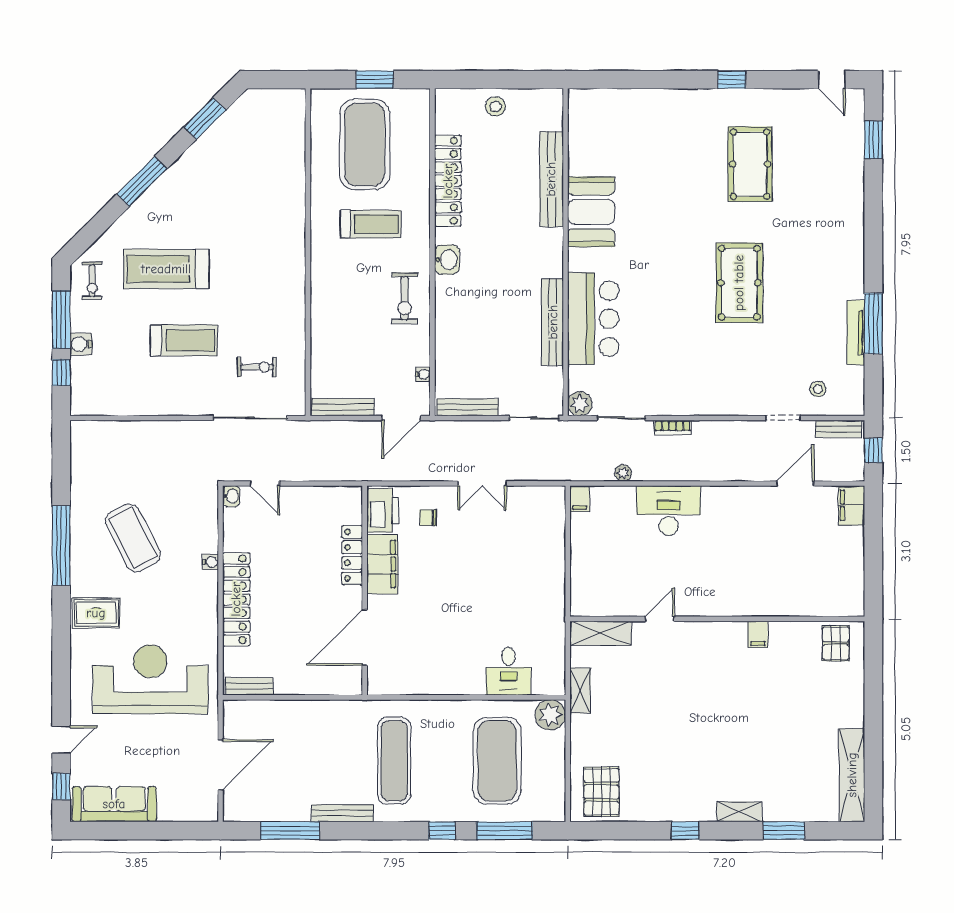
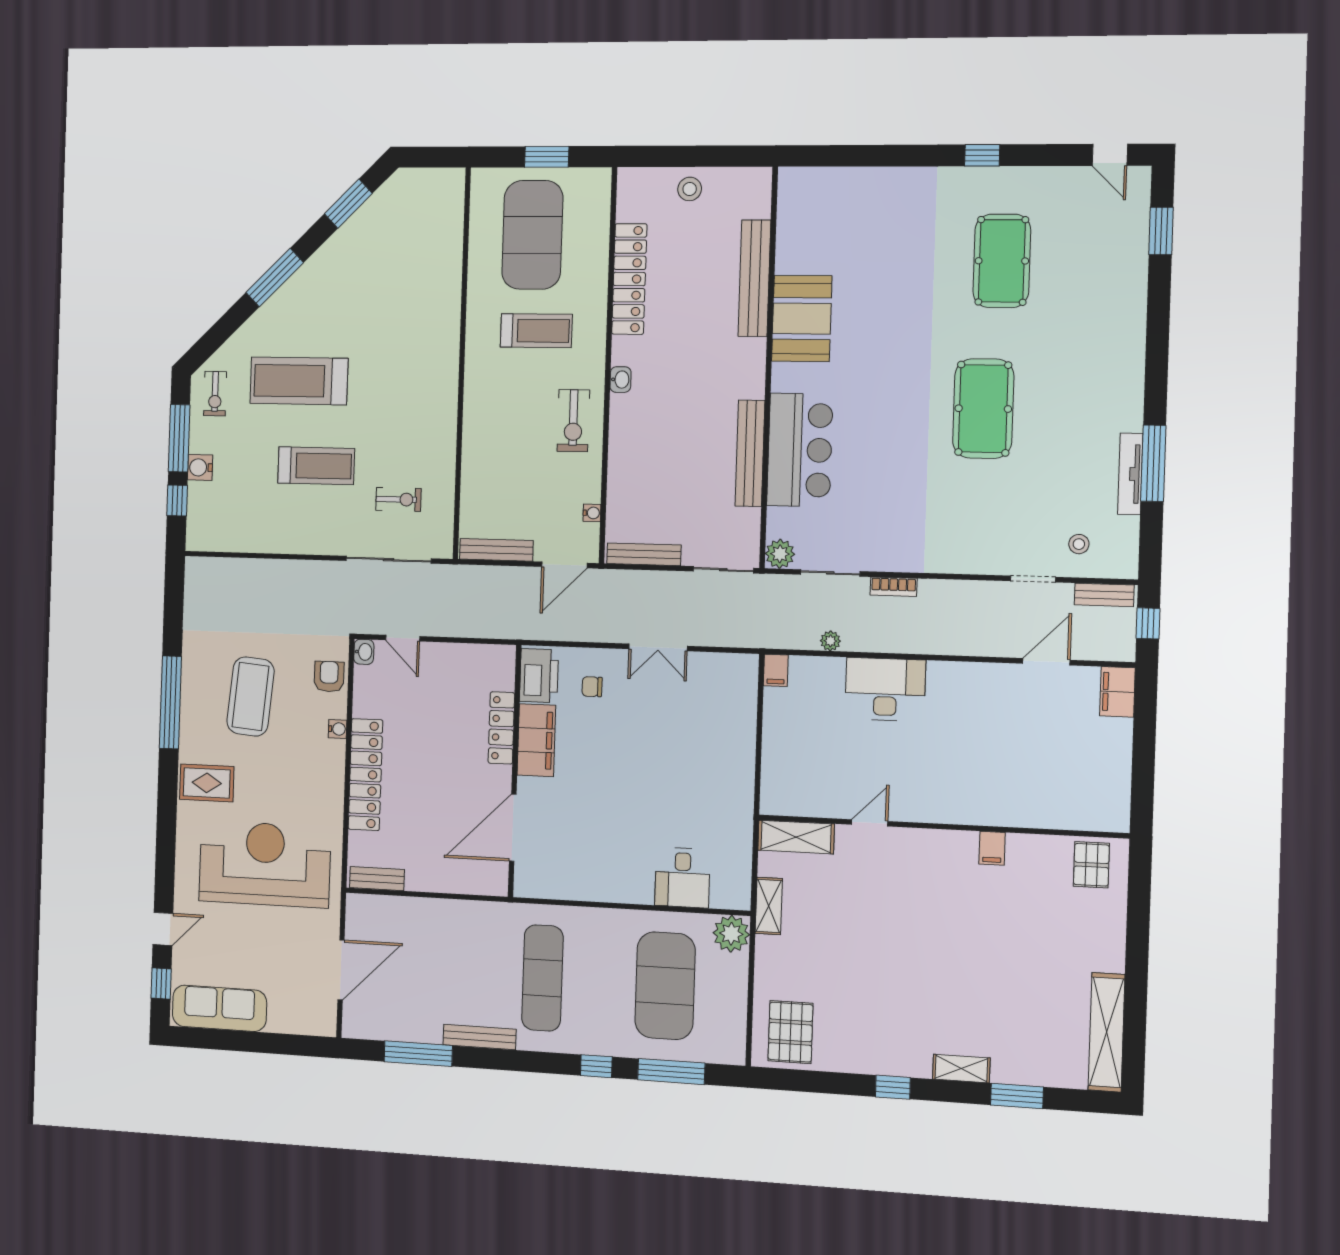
washbasin: (447, 260) -> (620, 380), width x0.72, depth x0.69
armchair: (202, 518) -> (329, 677), added
coffee table: (133, 538) -> (251, 696), turned 32

